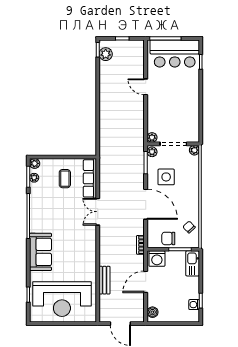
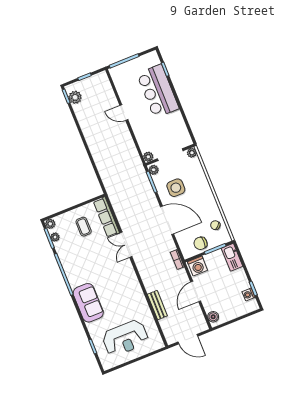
bar counter: (175, 53) -> (158, 91), moved, turned 90
reception desk: (62, 299) -> (125, 338), width x0.74, depth x0.77

